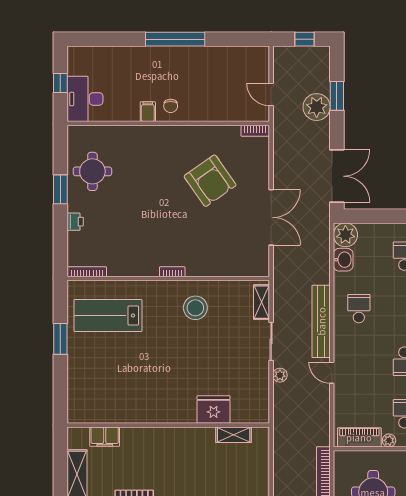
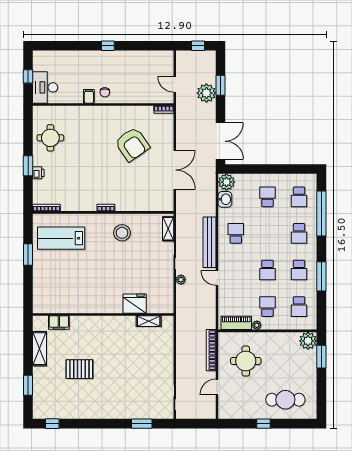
window: (175, 39) -> (108, 46), width x0.32
window: (60, 189) -> (28, 166), moved

